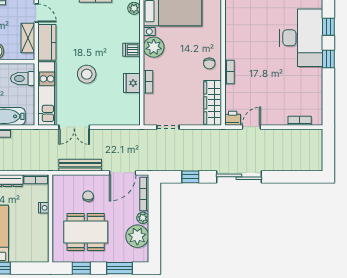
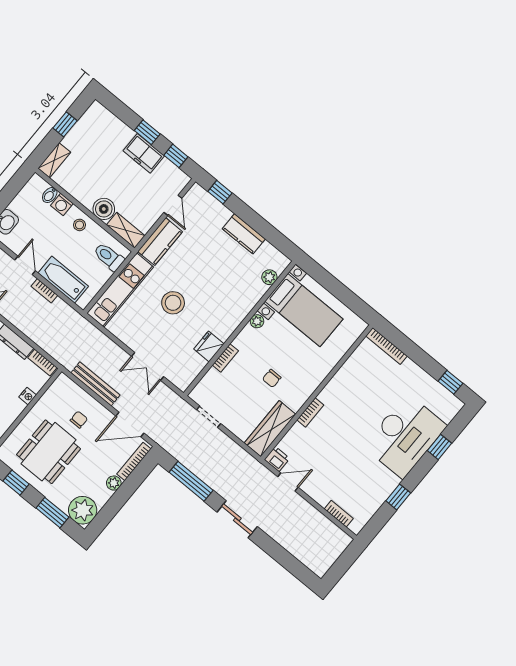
shelving: (28, 38) -> (126, 230), moved, turned 90
plant: (154, 47) -> (257, 321), width x0.53, depth x0.53
dishwasher: (131, 50) -> (235, 315), removed
window: (328, 59) -> (398, 497), moved
chair: (209, 63) -> (272, 378), moved
double door: (74, 127) -> (148, 366), moved
window: (190, 177) -> (191, 481), width x2.17
sliding door: (239, 177) -> (237, 519), width x0.73
dining table: (86, 232) -> (49, 452), turned 90
plant: (137, 236) -> (83, 510), moved

